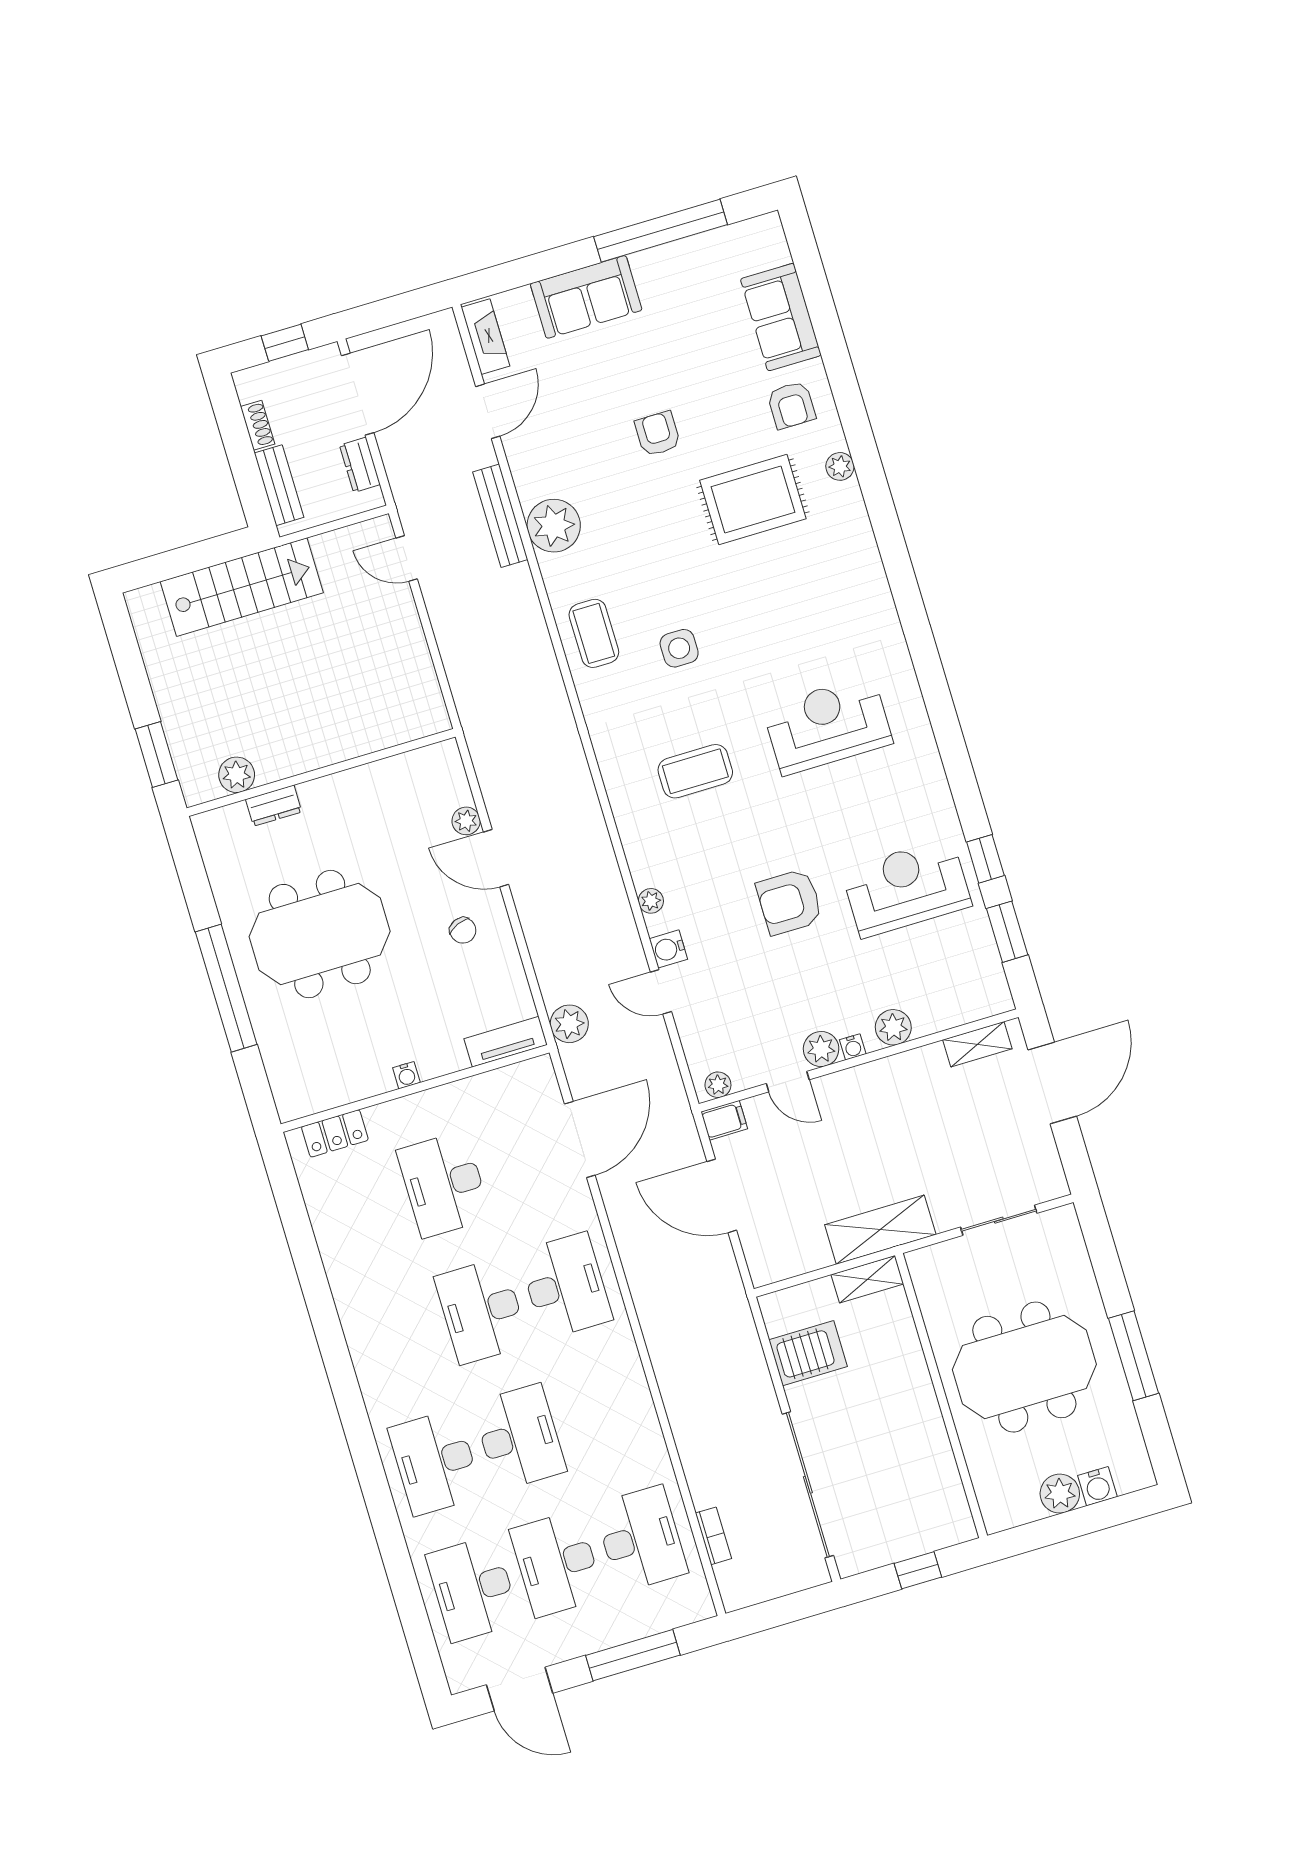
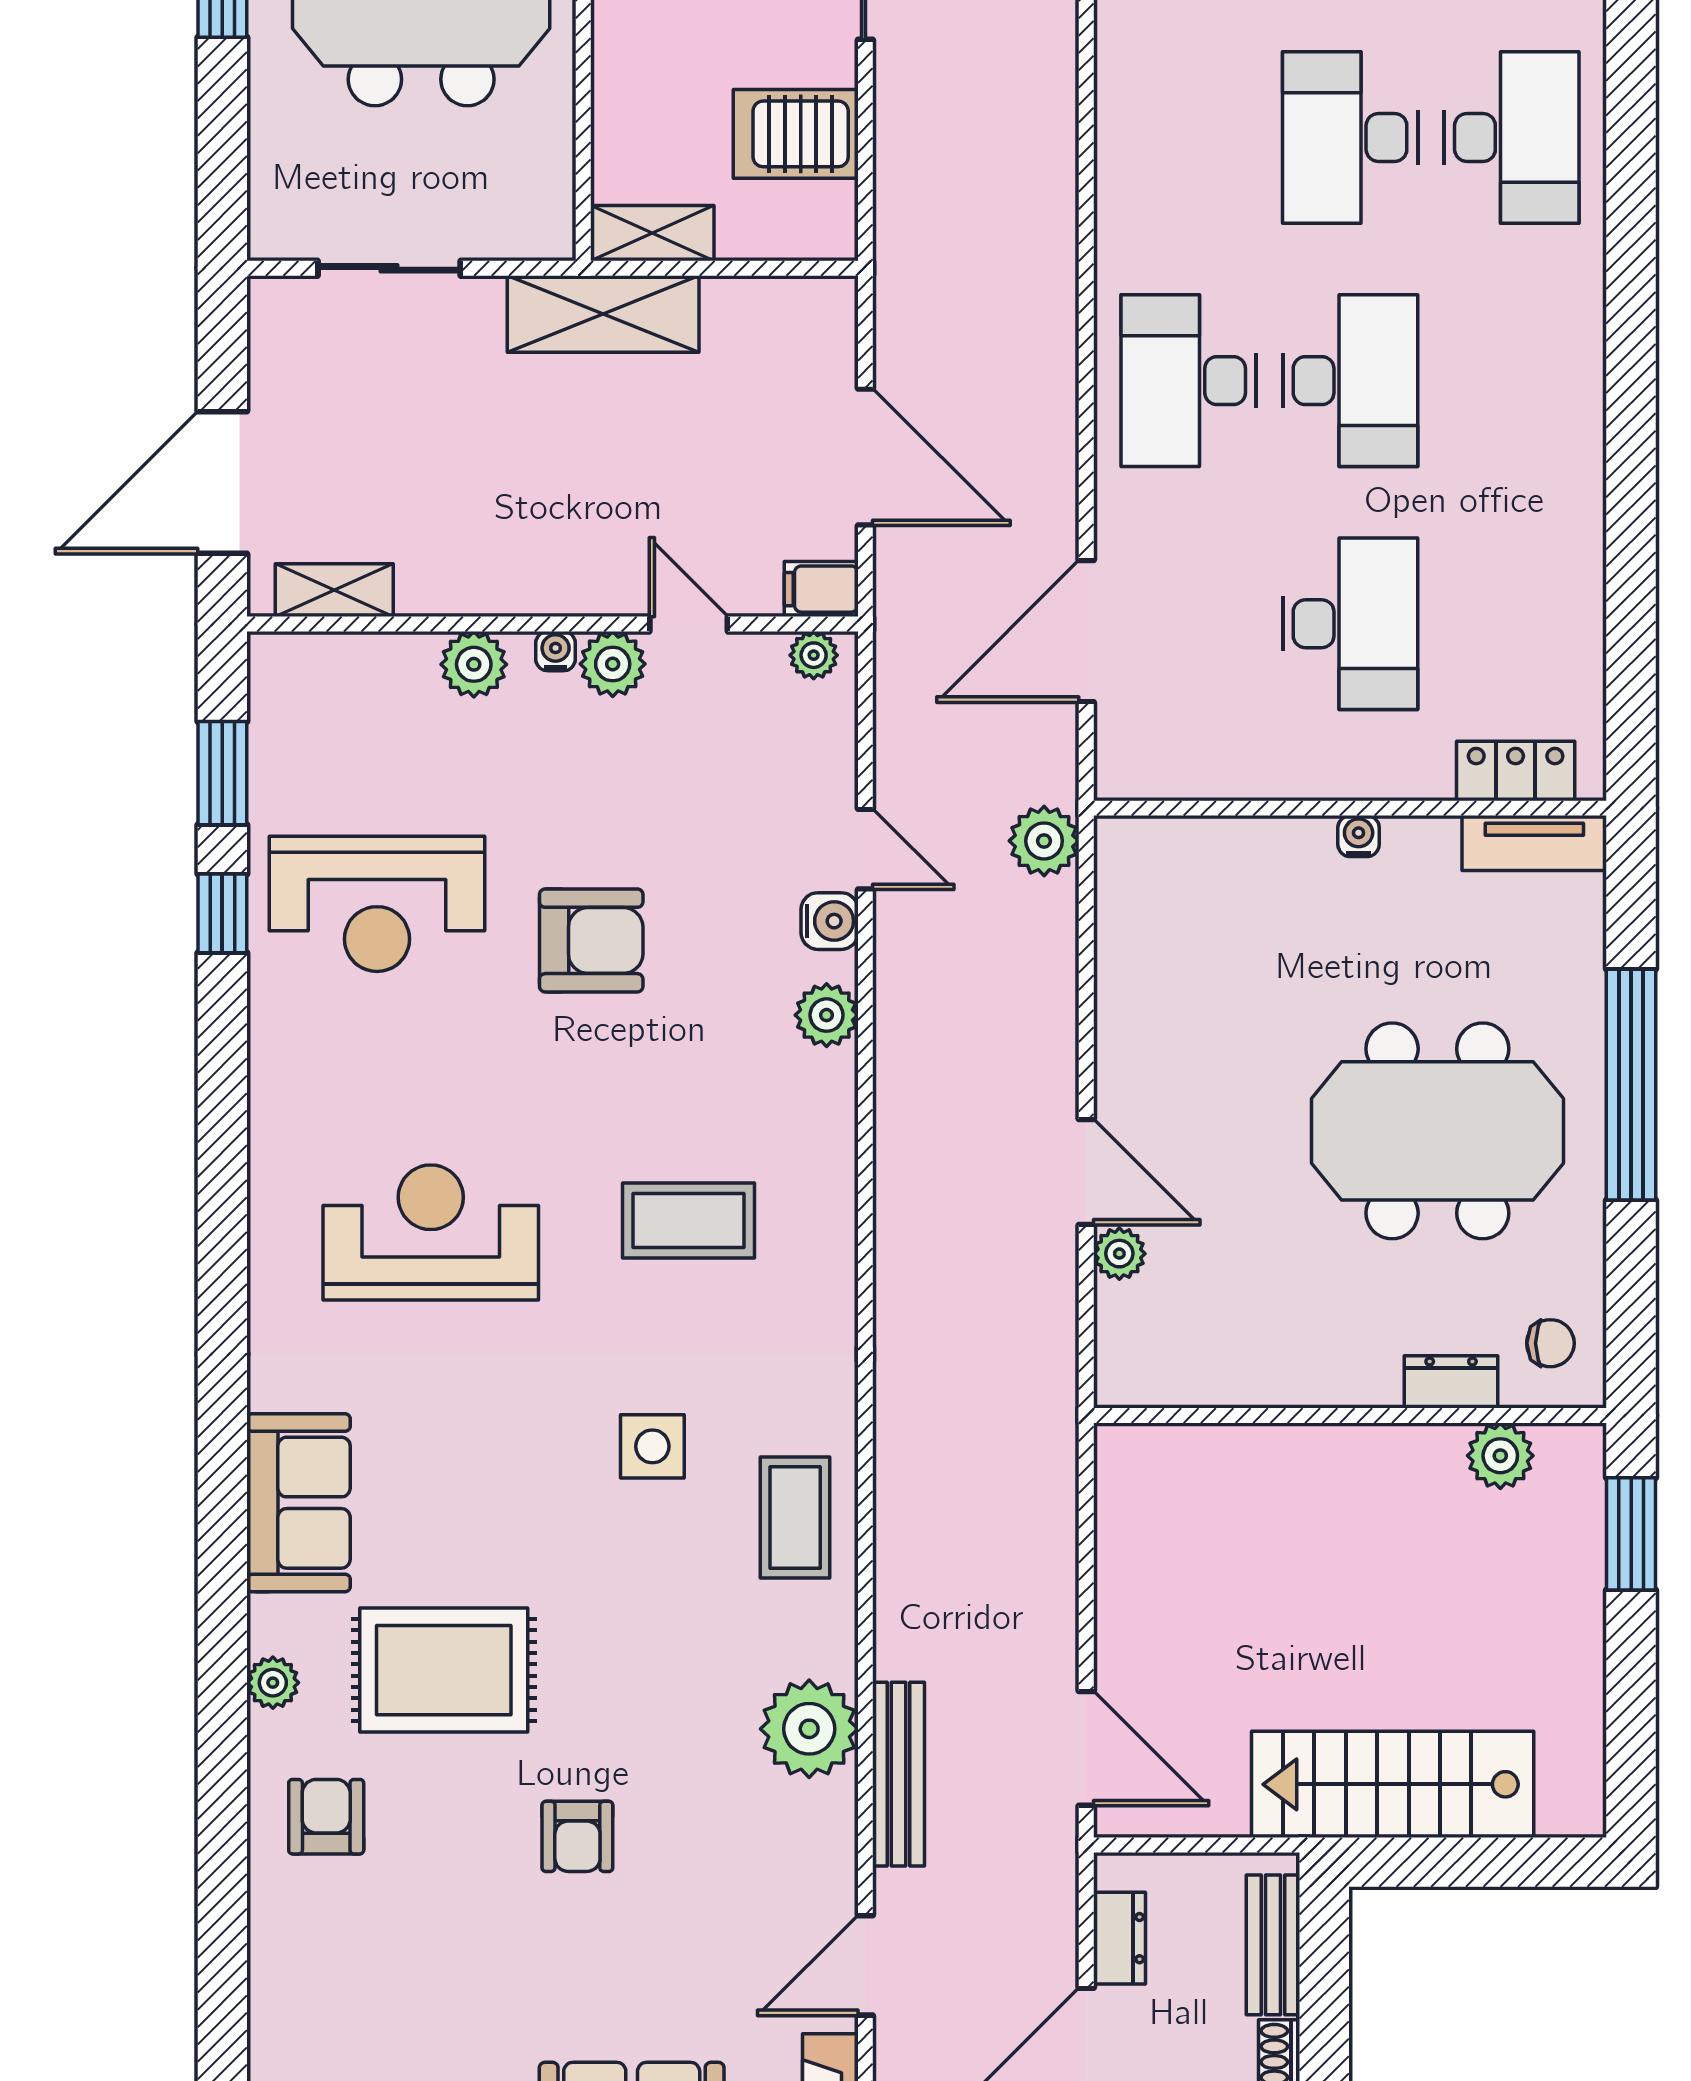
sofa: (781, 317) -> (299, 1503), moved
door: (407, 558) -> (1086, 1748), width x1.38
reception desk: (828, 725) -> (431, 1232), turned 180
plant: (651, 901) -> (827, 1015), width x1.38, depth x1.38
chair: (463, 930) -> (1550, 1343), moved, turned 113
tv unit: (506, 1042) -> (1534, 843), moved

